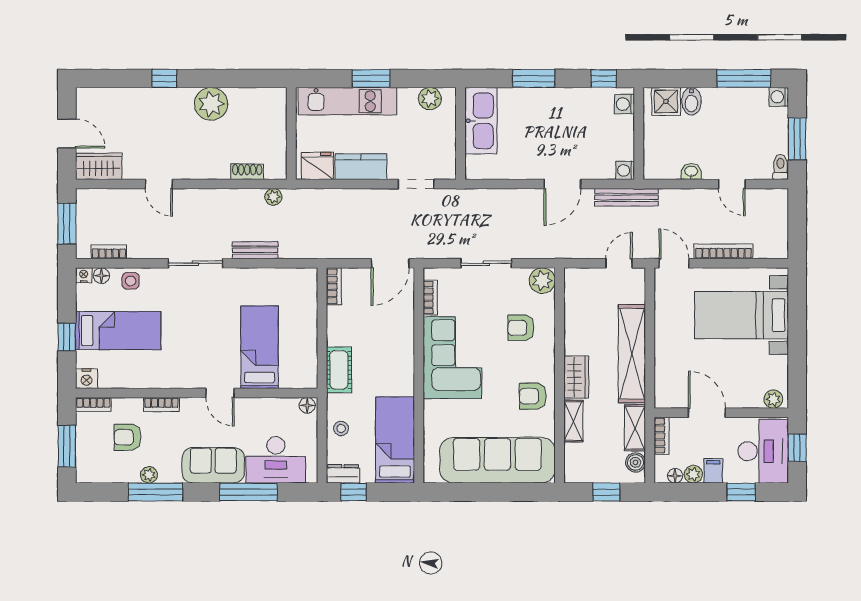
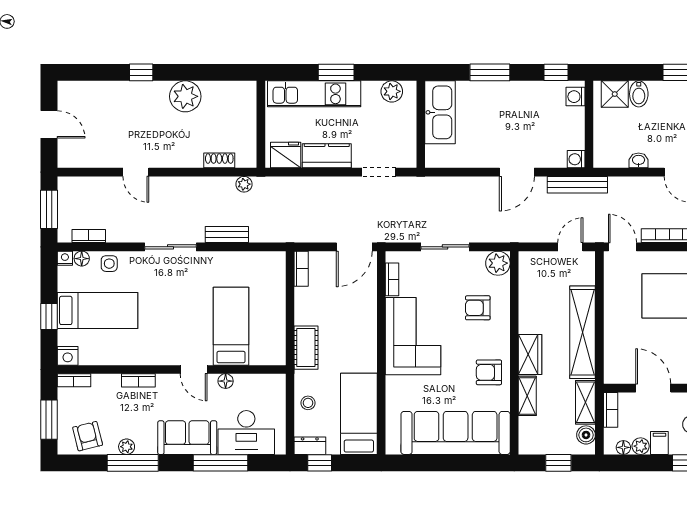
wardrobe: (99, 166) -> (79, 155), removed
floor lamp: (307, 405) -> (226, 381), moved
armchair: (128, 437) -> (88, 436), moved, turned 76

